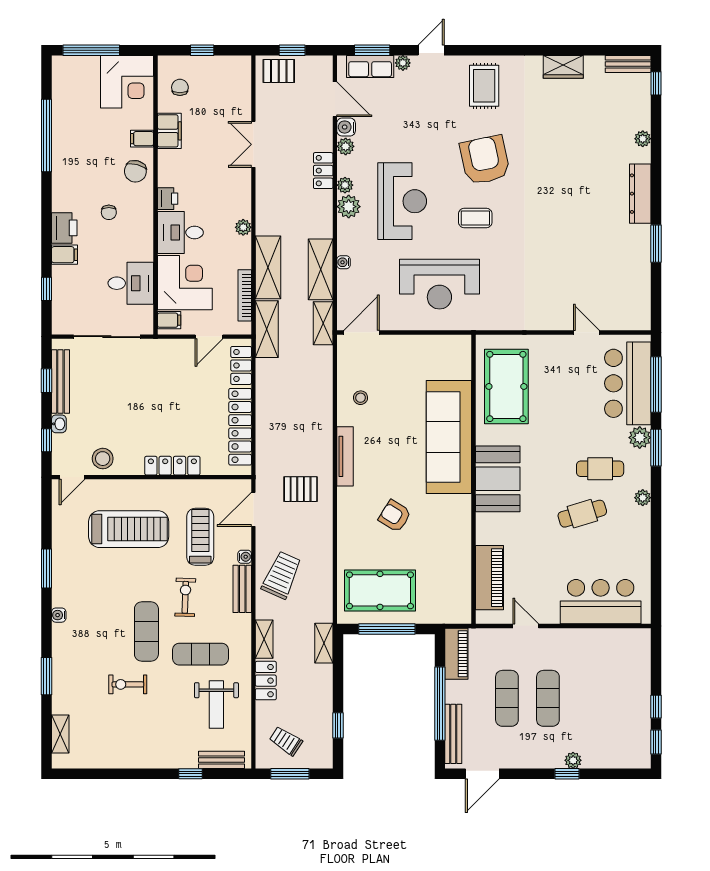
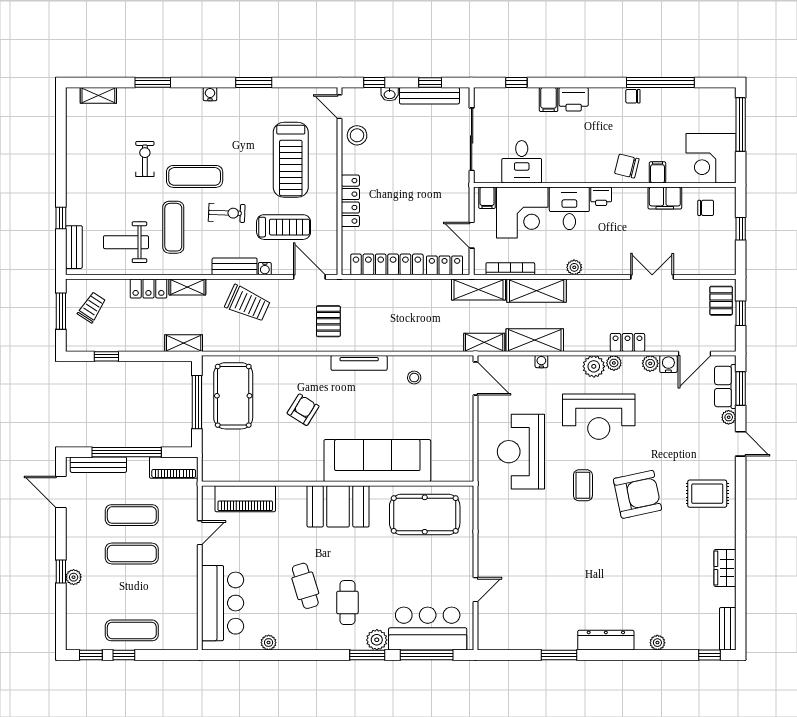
chair: (109, 212) -> (633, 96), moved
plant: (643, 498) -> (269, 643), moved
exercise mat: (630, 698) -> (132, 630), added

